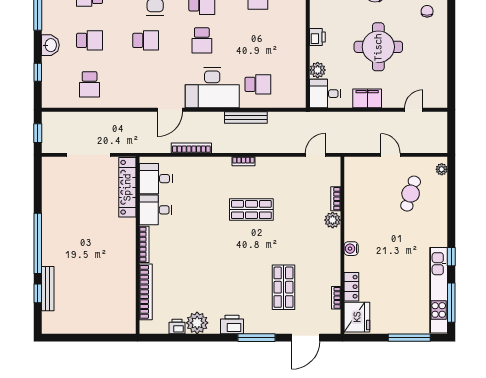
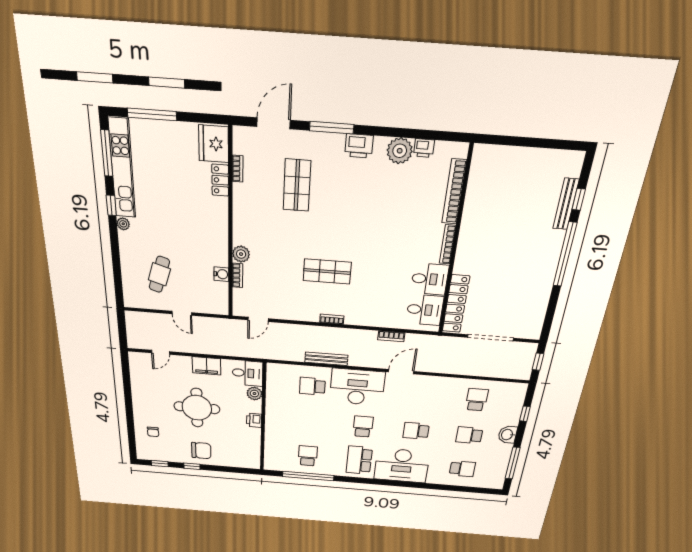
bookcase: (191, 148) -> (391, 336), width x0.64
plant: (442, 169) -> (123, 224), moved
water cooler: (351, 249) -> (221, 274), moved

